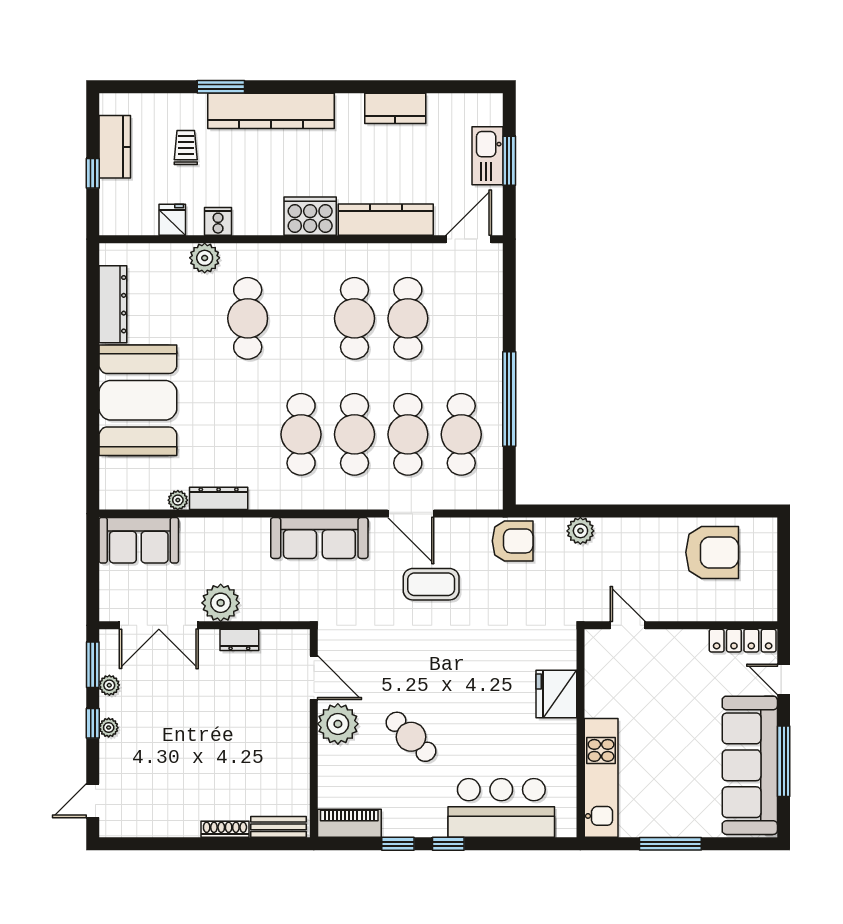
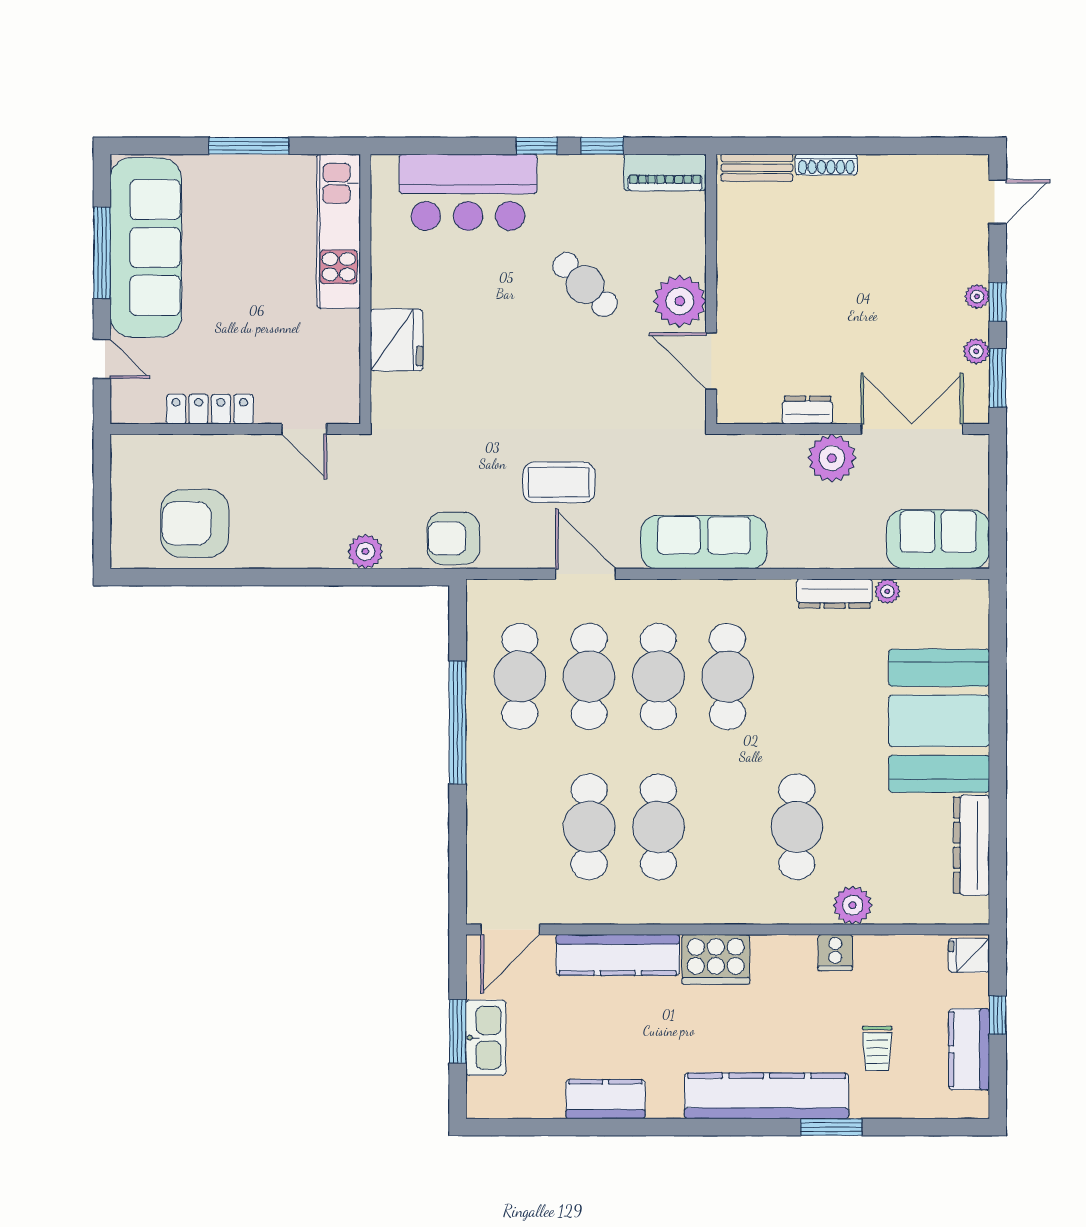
fridge: (172, 220) -> (969, 955), moved, turned 90
locker: (743, 641) -> (210, 409), moved

